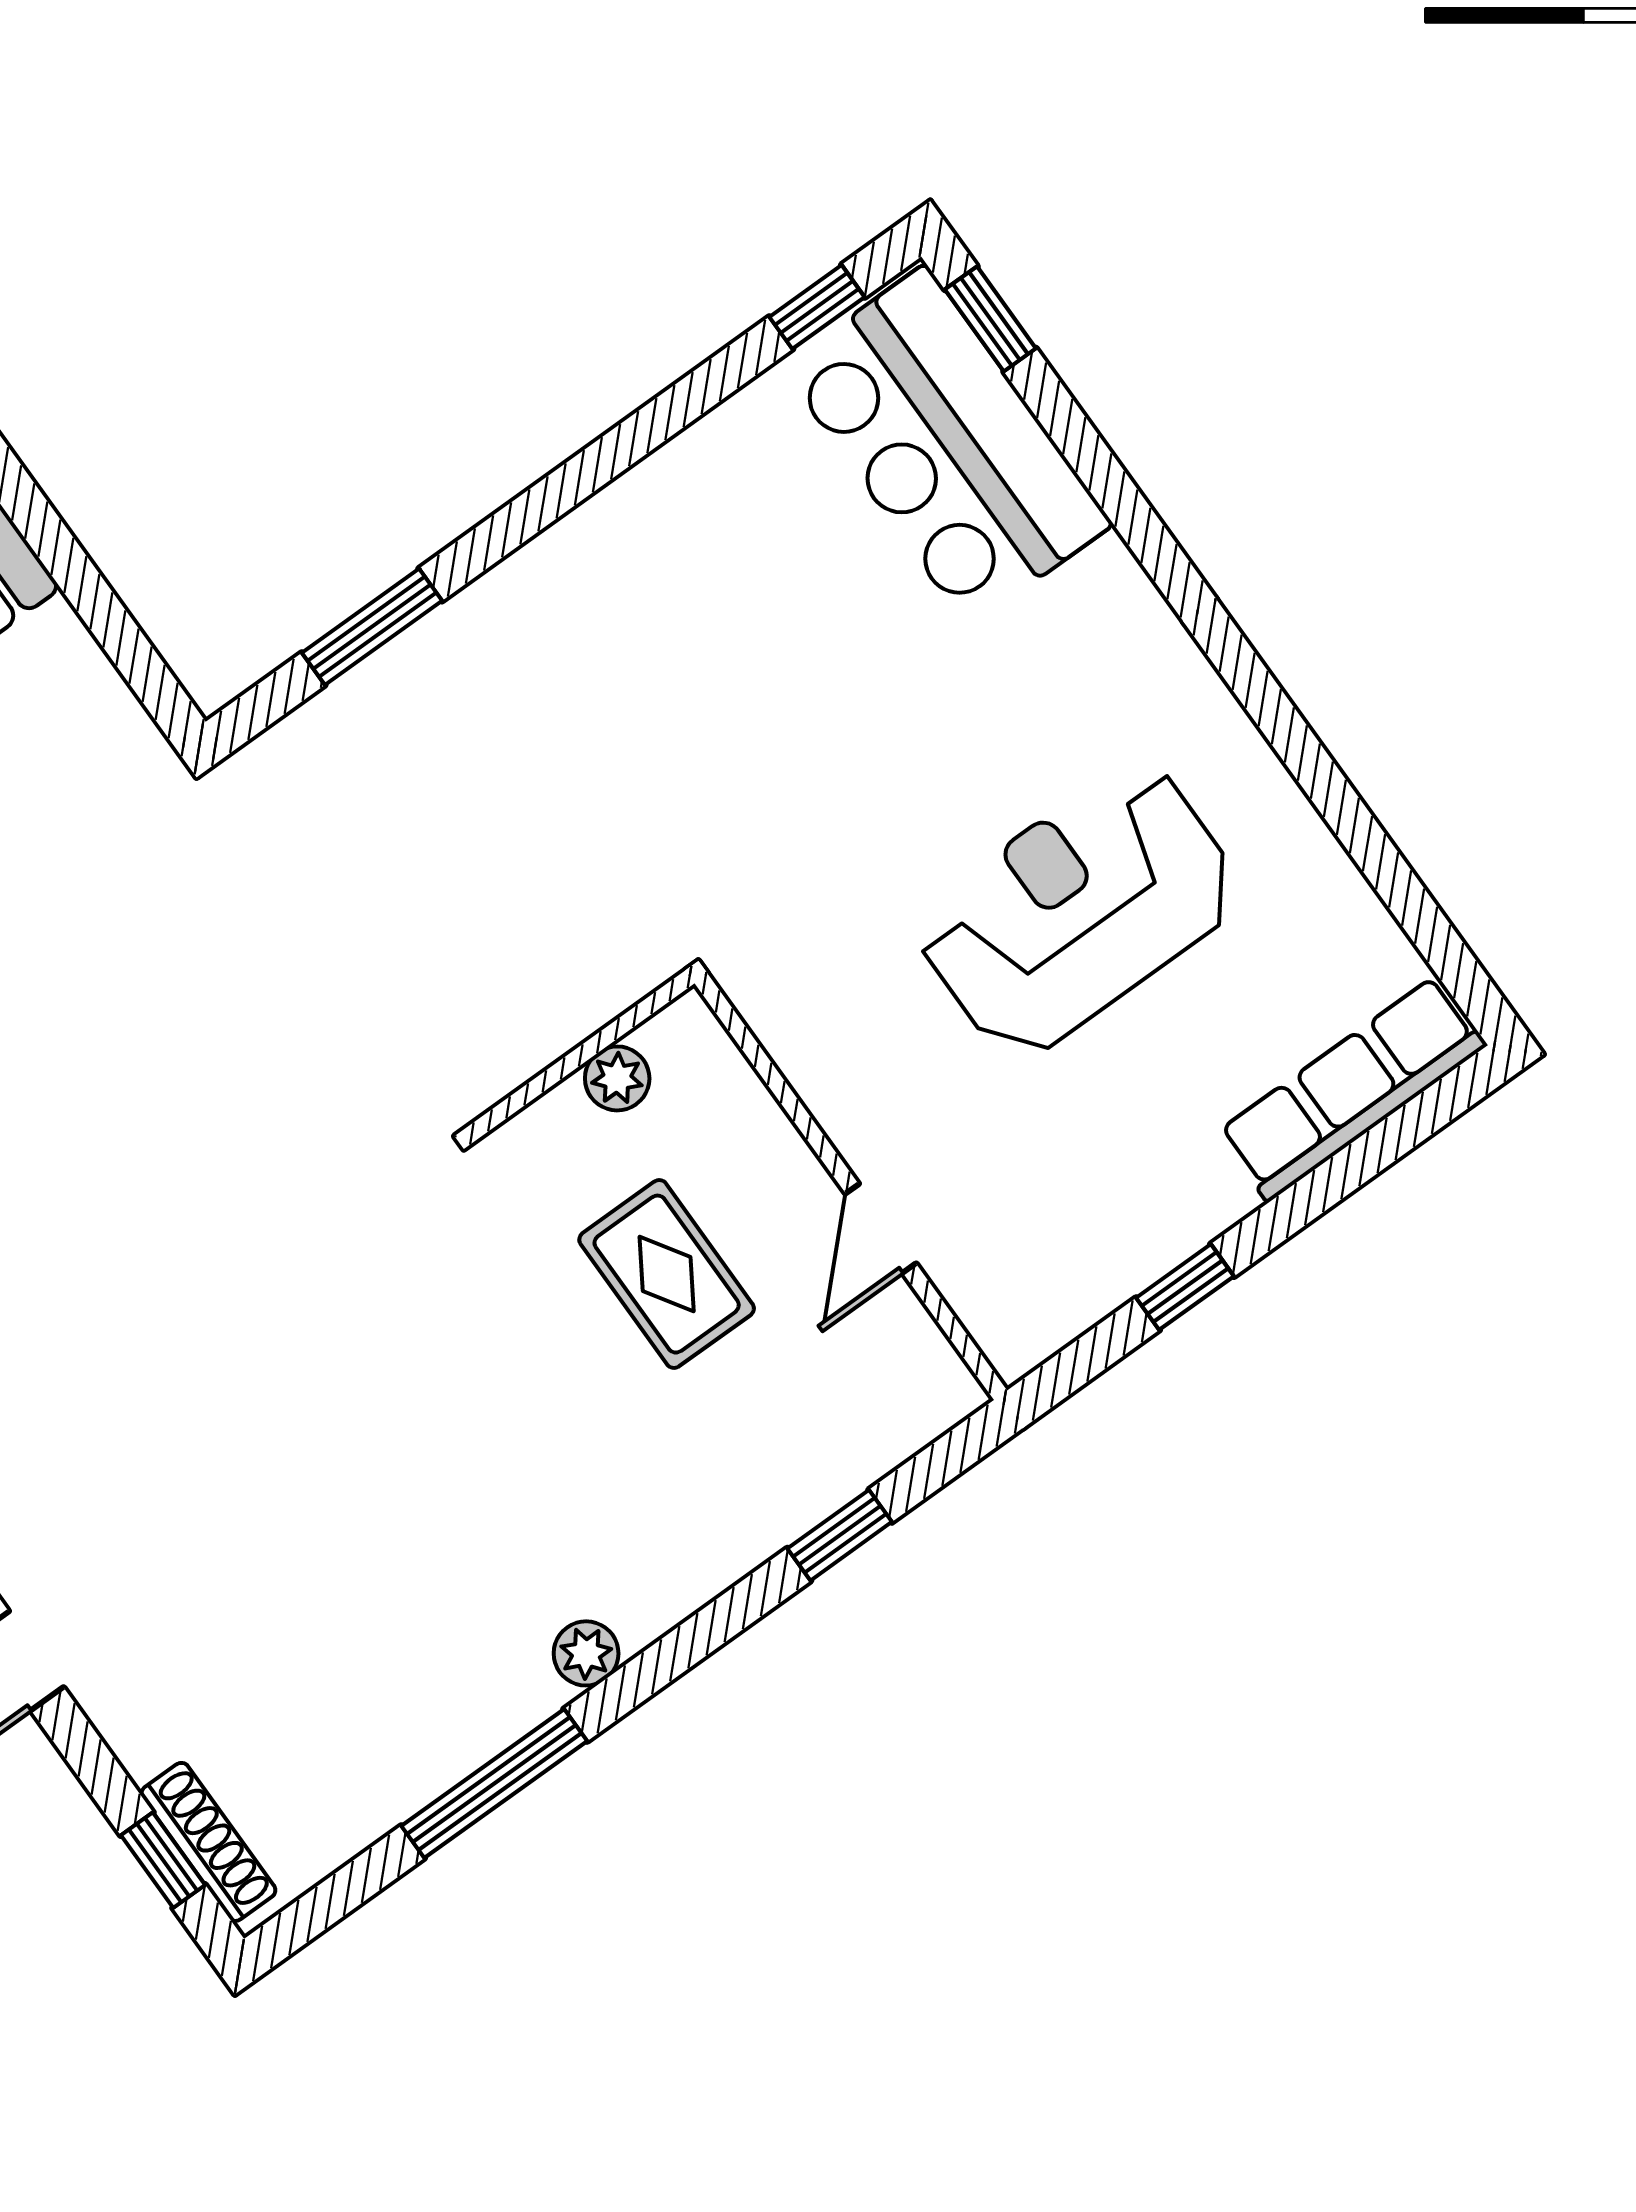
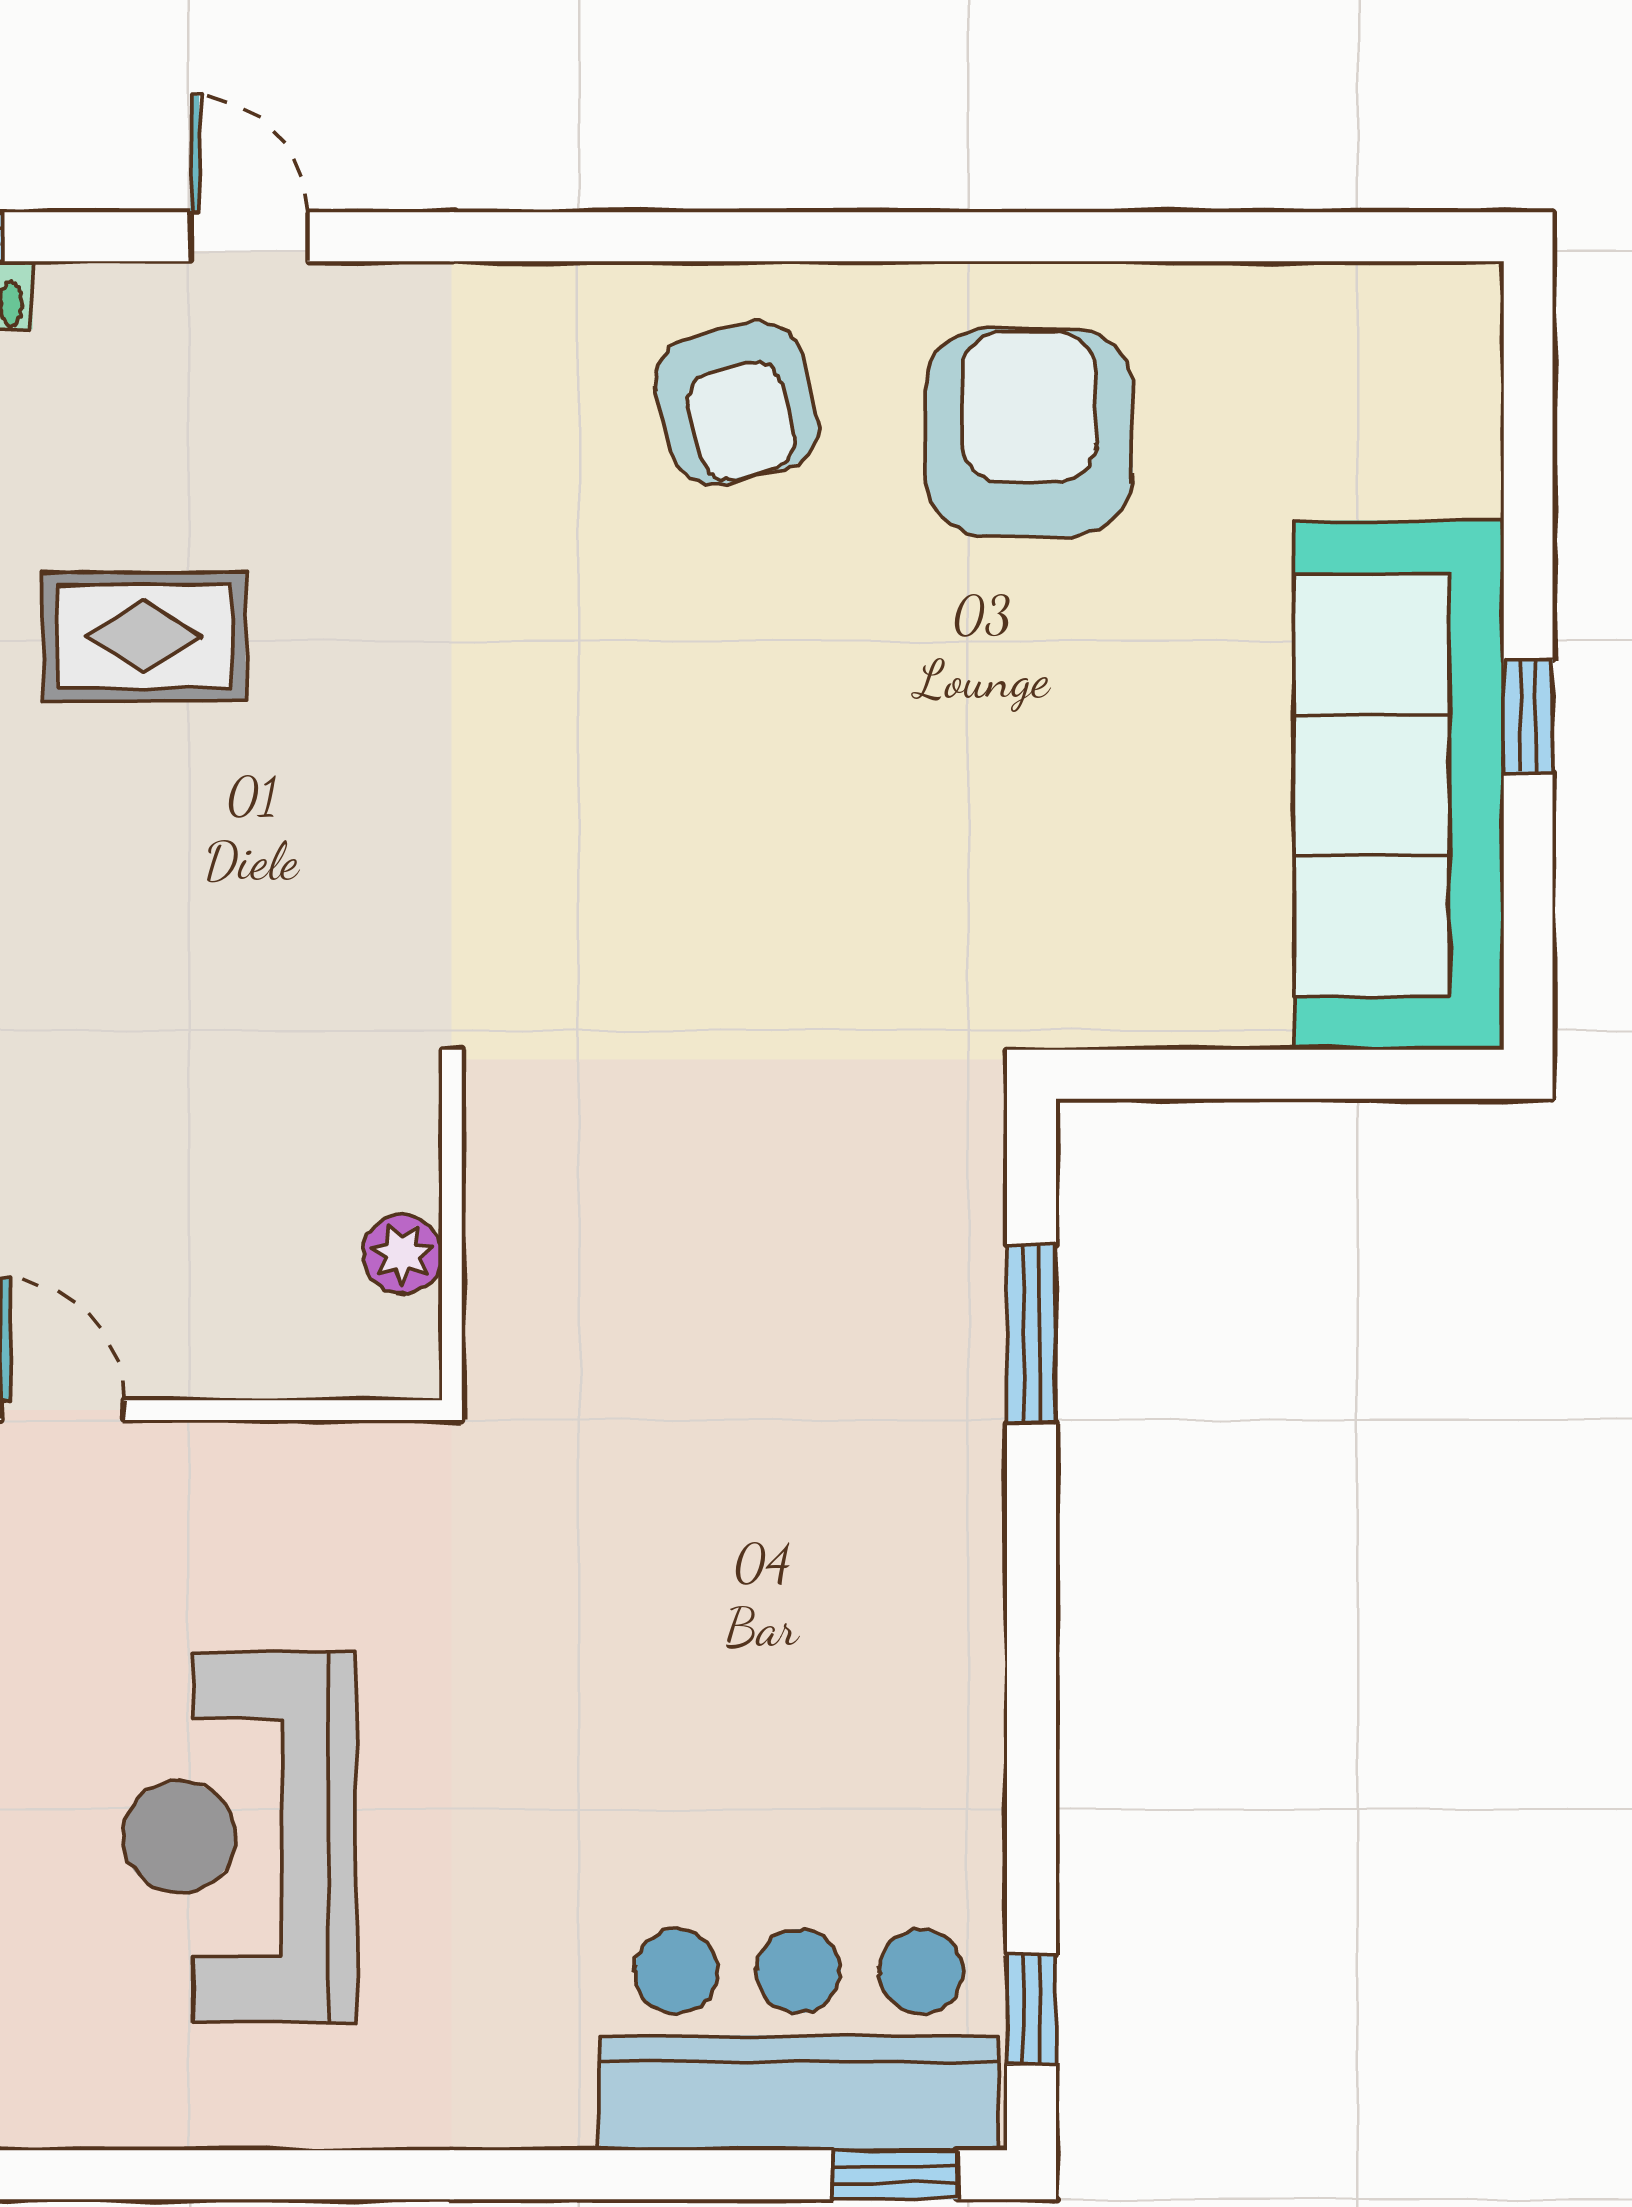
reception desk: (1078, 910) -> (240, 1837), turned 180
rug: (667, 1274) -> (144, 637), moved

